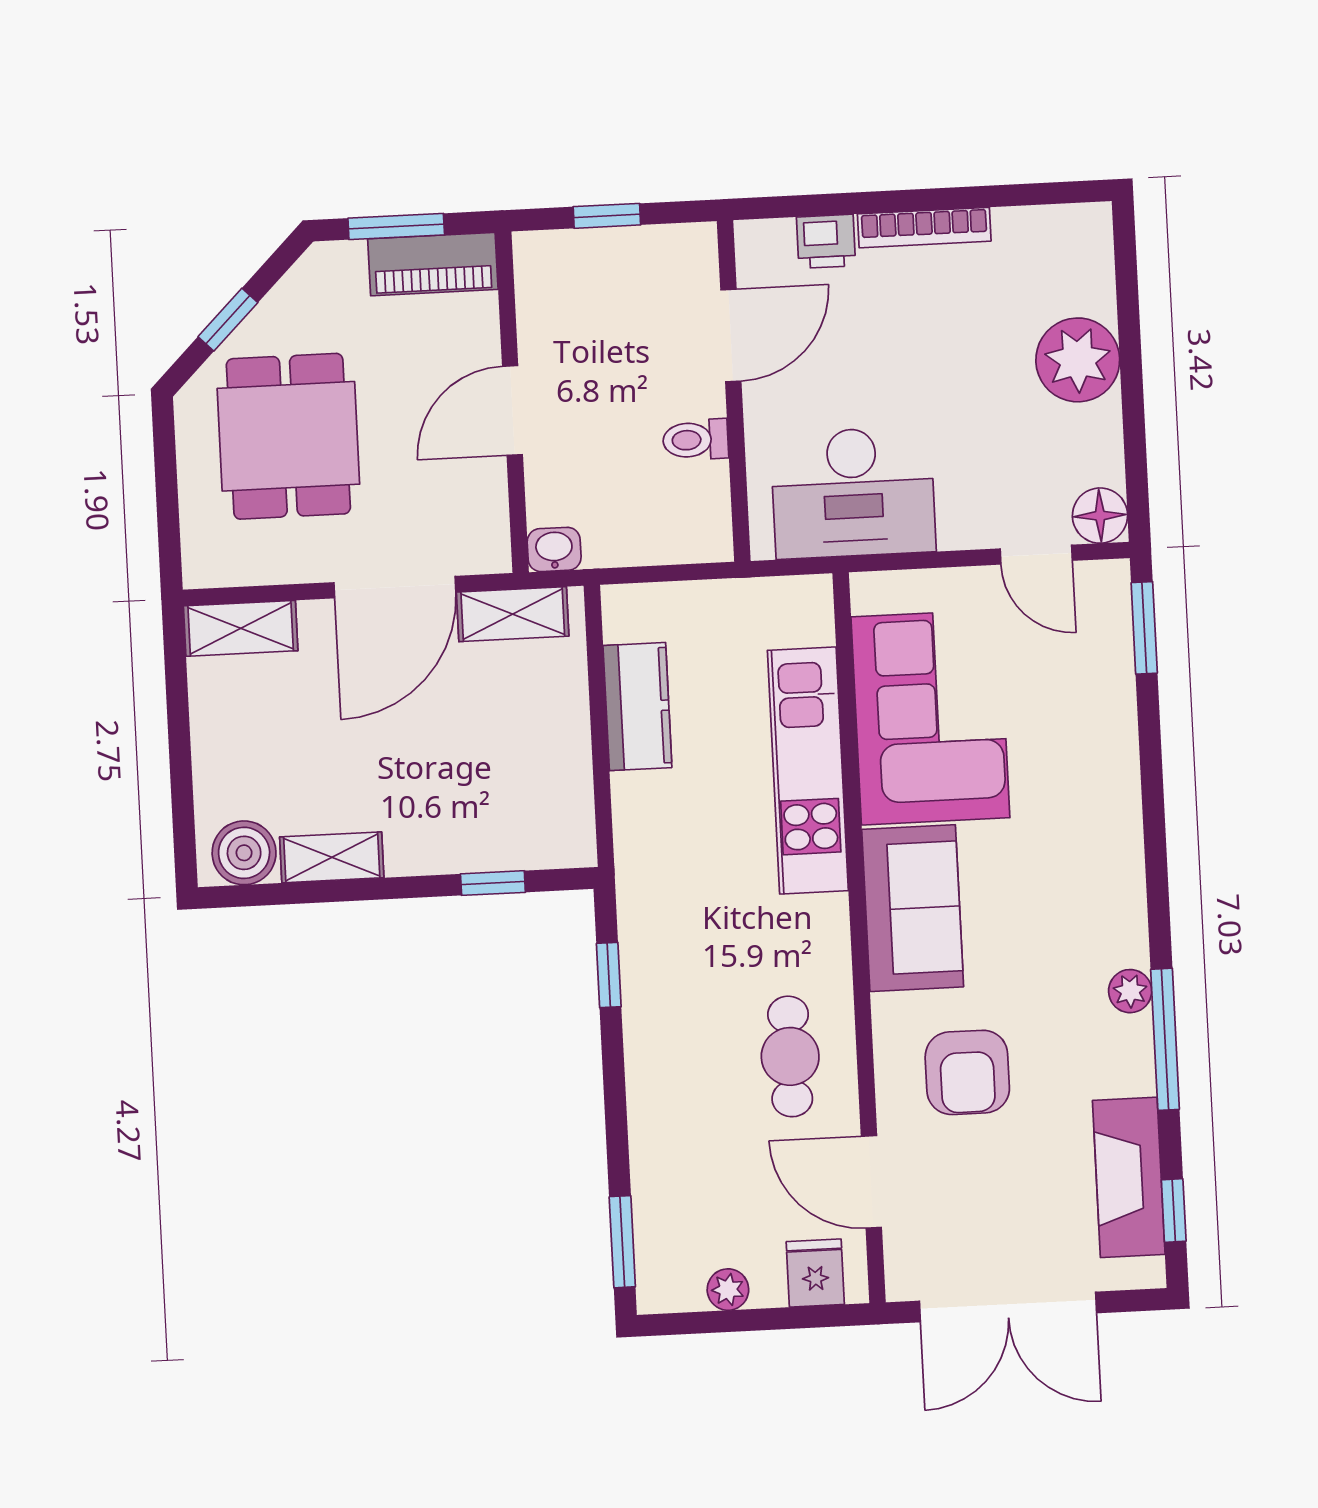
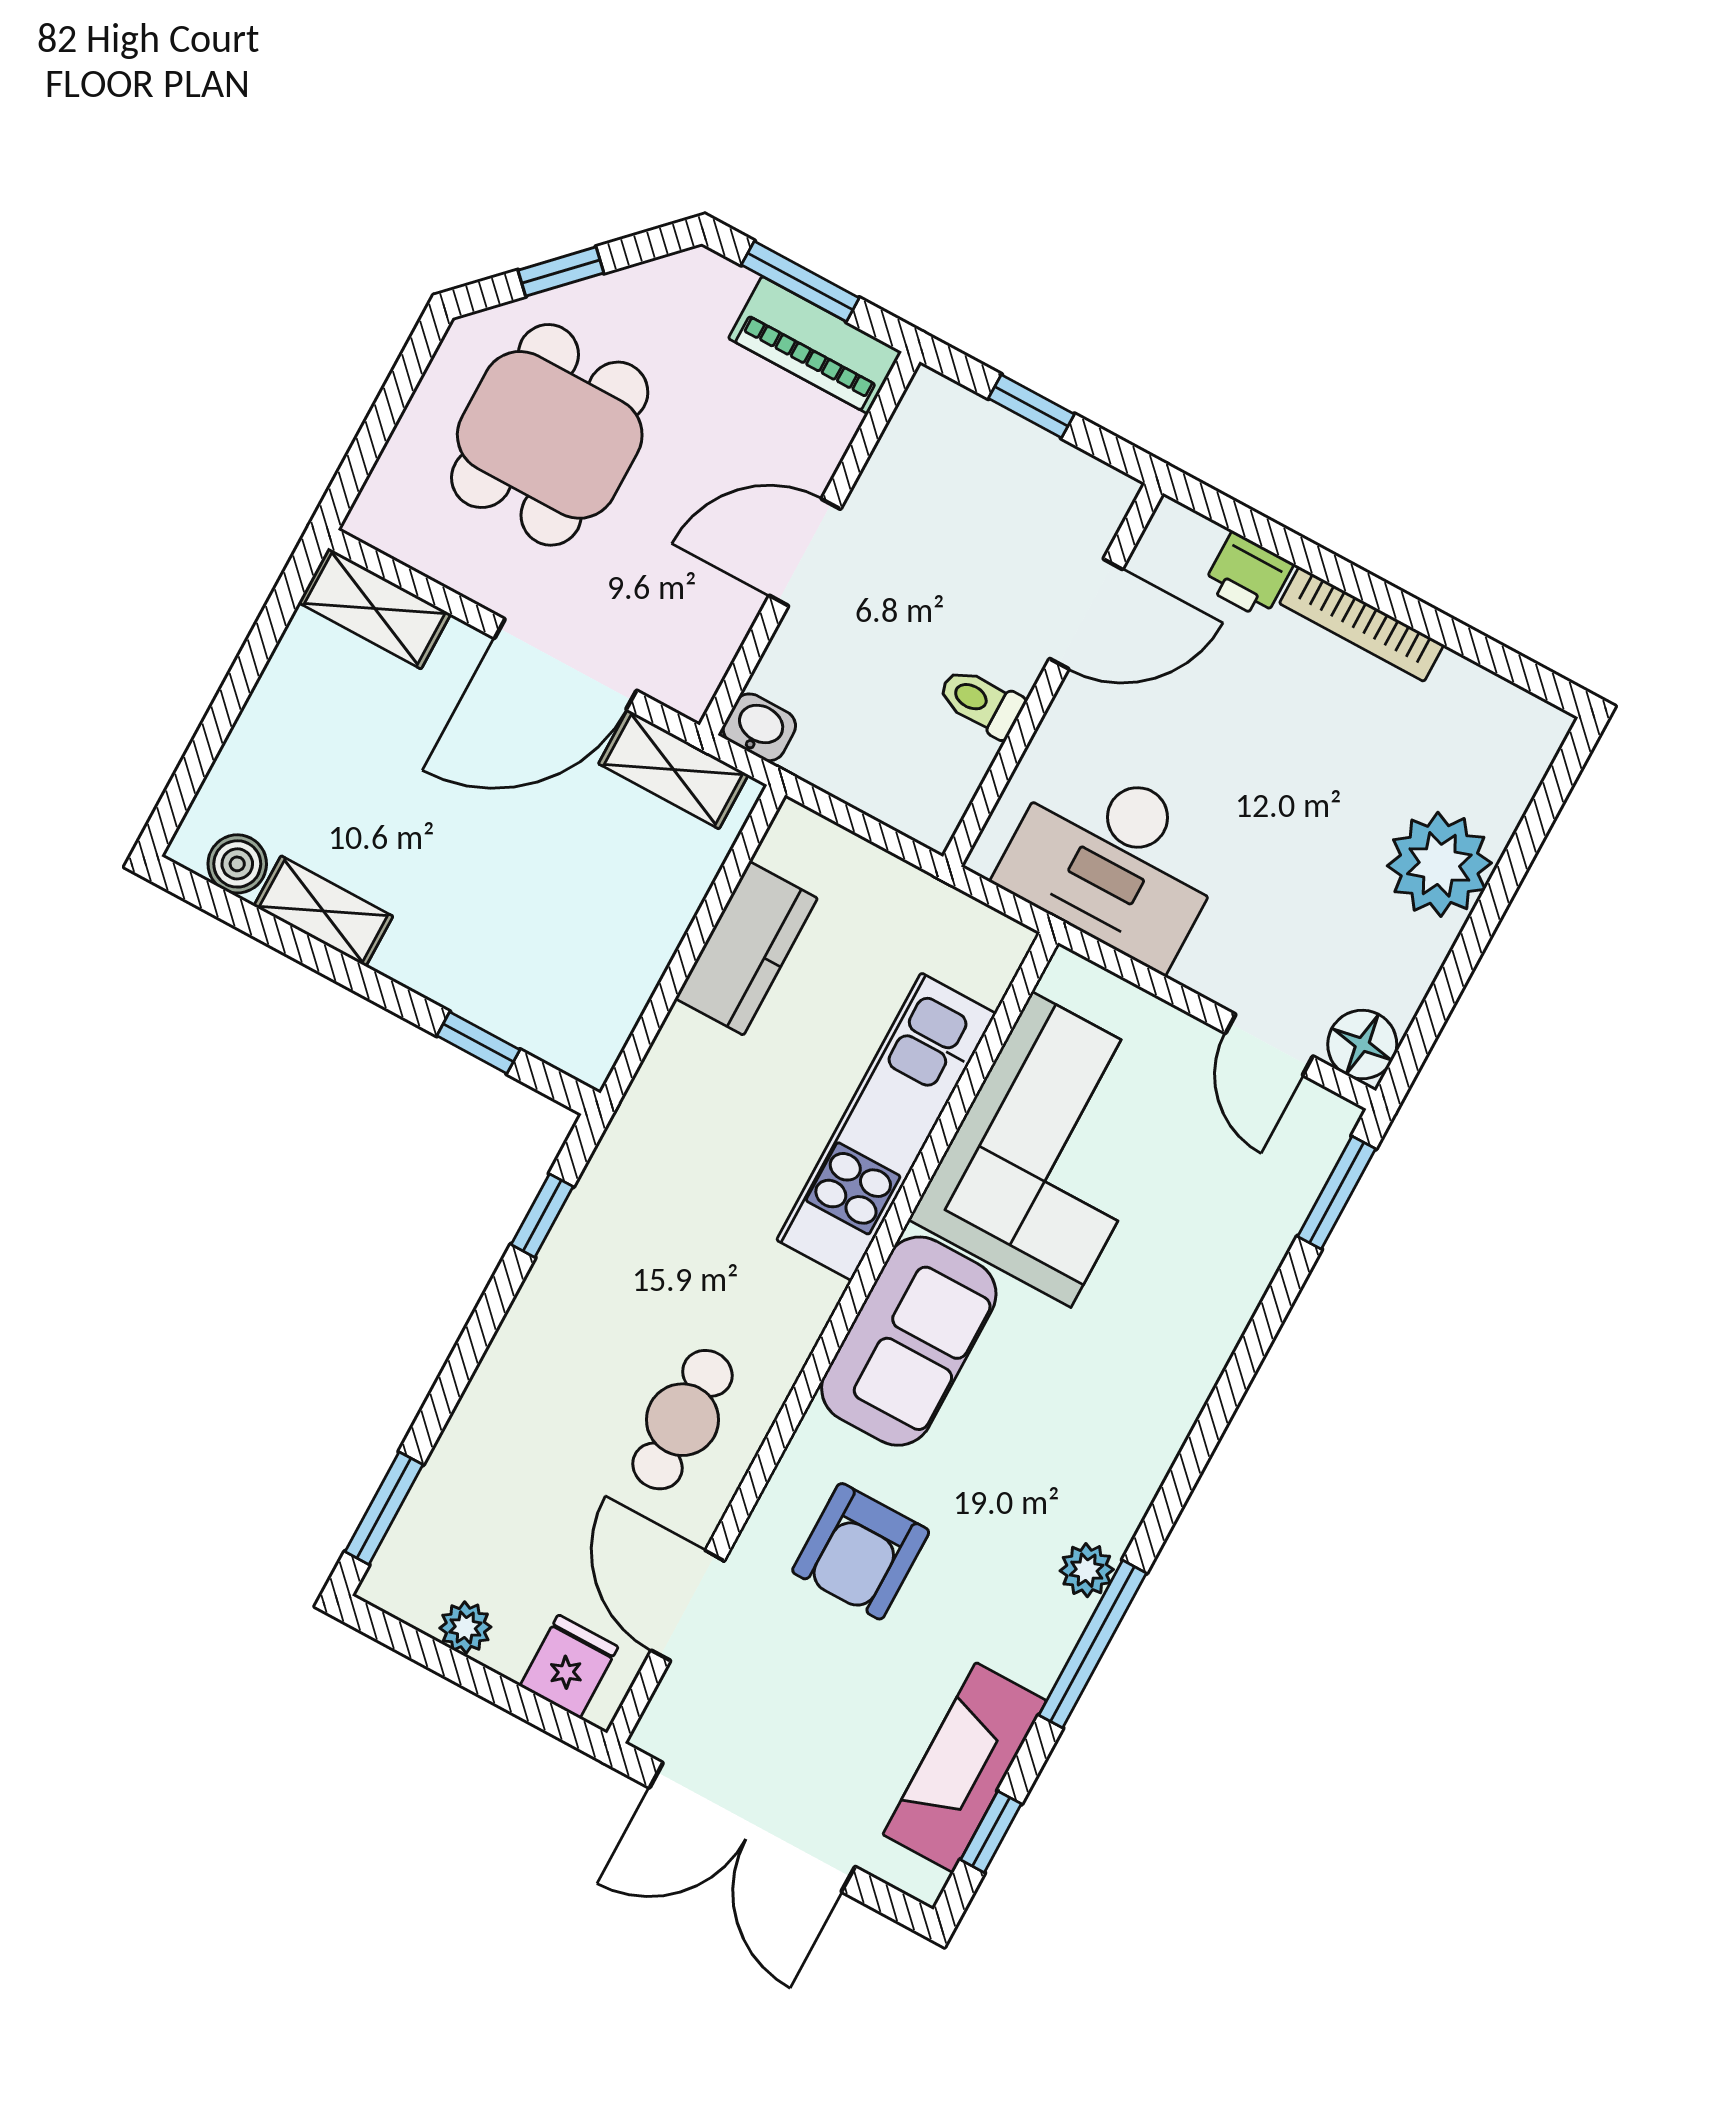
boiler: (244, 853) -> (237, 864), width x0.73, depth x0.73

